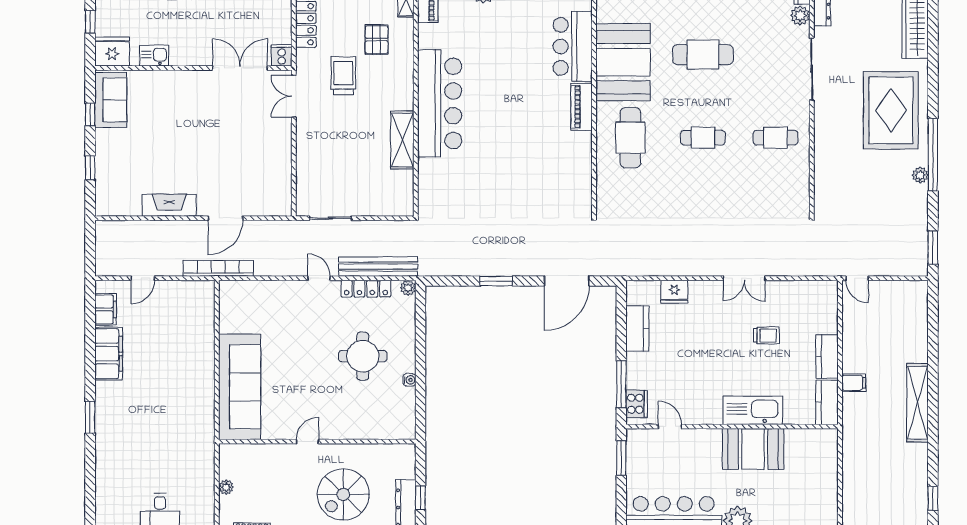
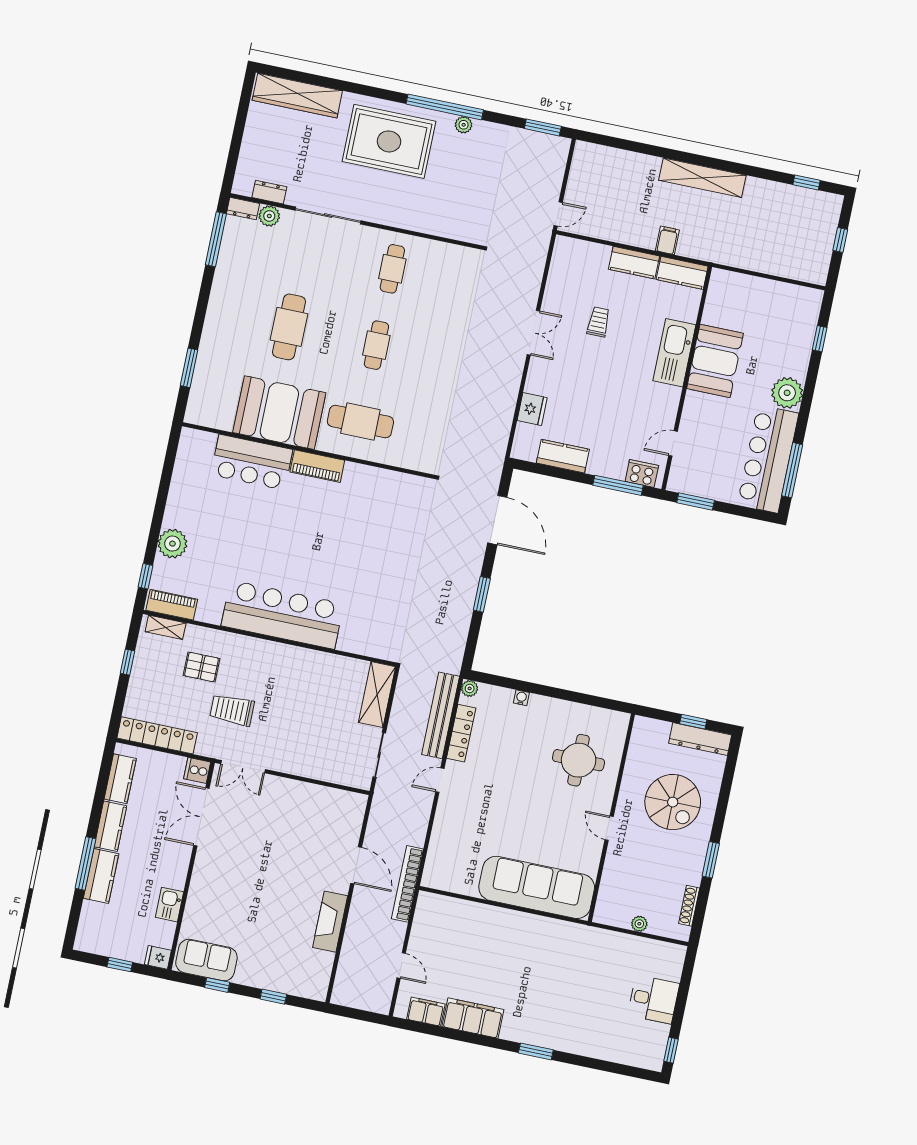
fridge: (112, 51) -> (158, 957), width x0.53, depth x0.75
shelving: (402, 140) -> (377, 695), moved, turned 90
round table: (363, 356) -> (579, 760), moved
water cooler: (409, 380) -> (521, 698), moved

